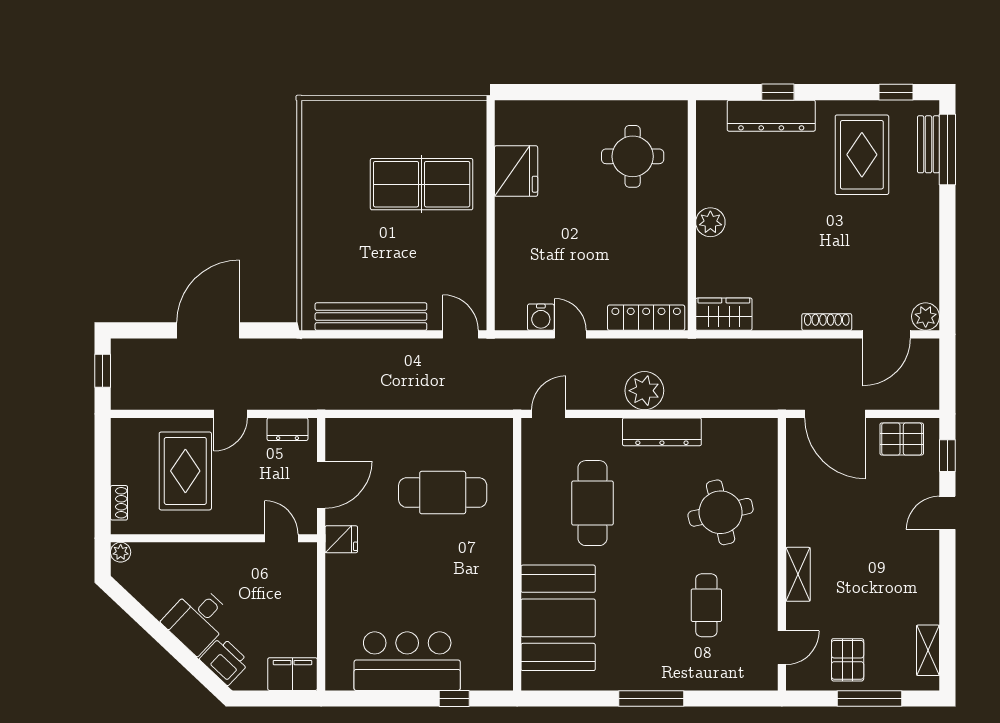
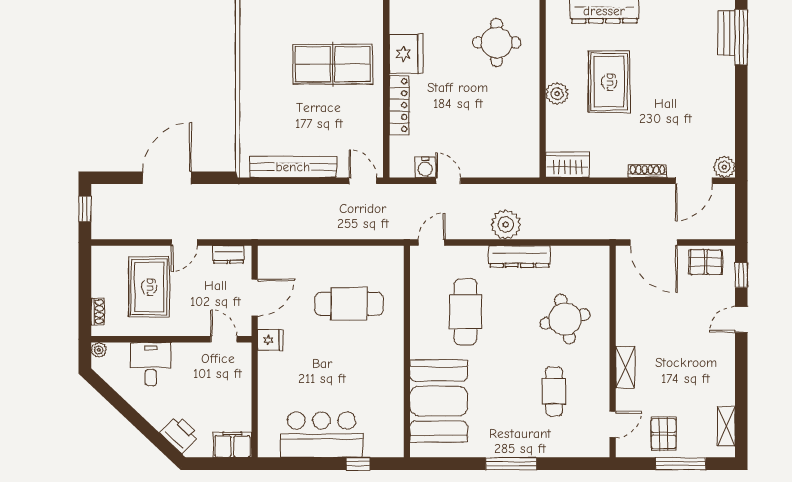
rug: (862, 155) -> (609, 82), moved
locker: (646, 318) -> (399, 105), moved, turned 90
desk: (198, 619) -> (151, 364), moved, turned 137

